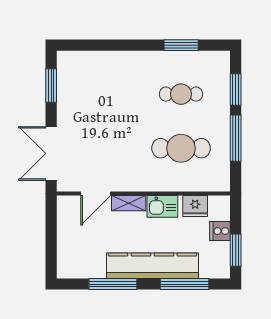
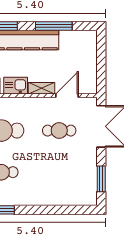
cafe table: (106, 148) -> (59, 131), added

